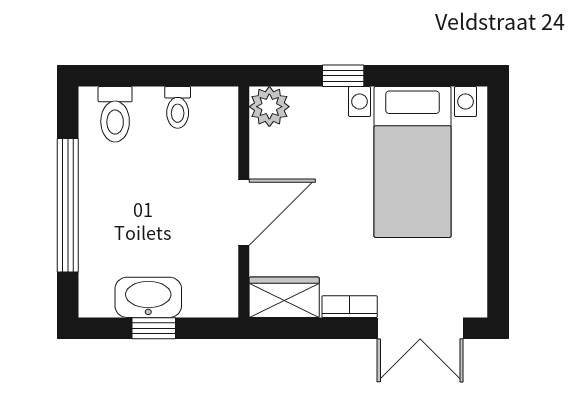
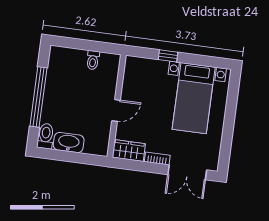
plant: (269, 107) -> (134, 65), removed
toilet: (115, 114) -> (46, 136), moved, turned 180
door: (244, 212) -> (116, 110), width x0.73
window: (154, 328) -> (69, 157), removed

